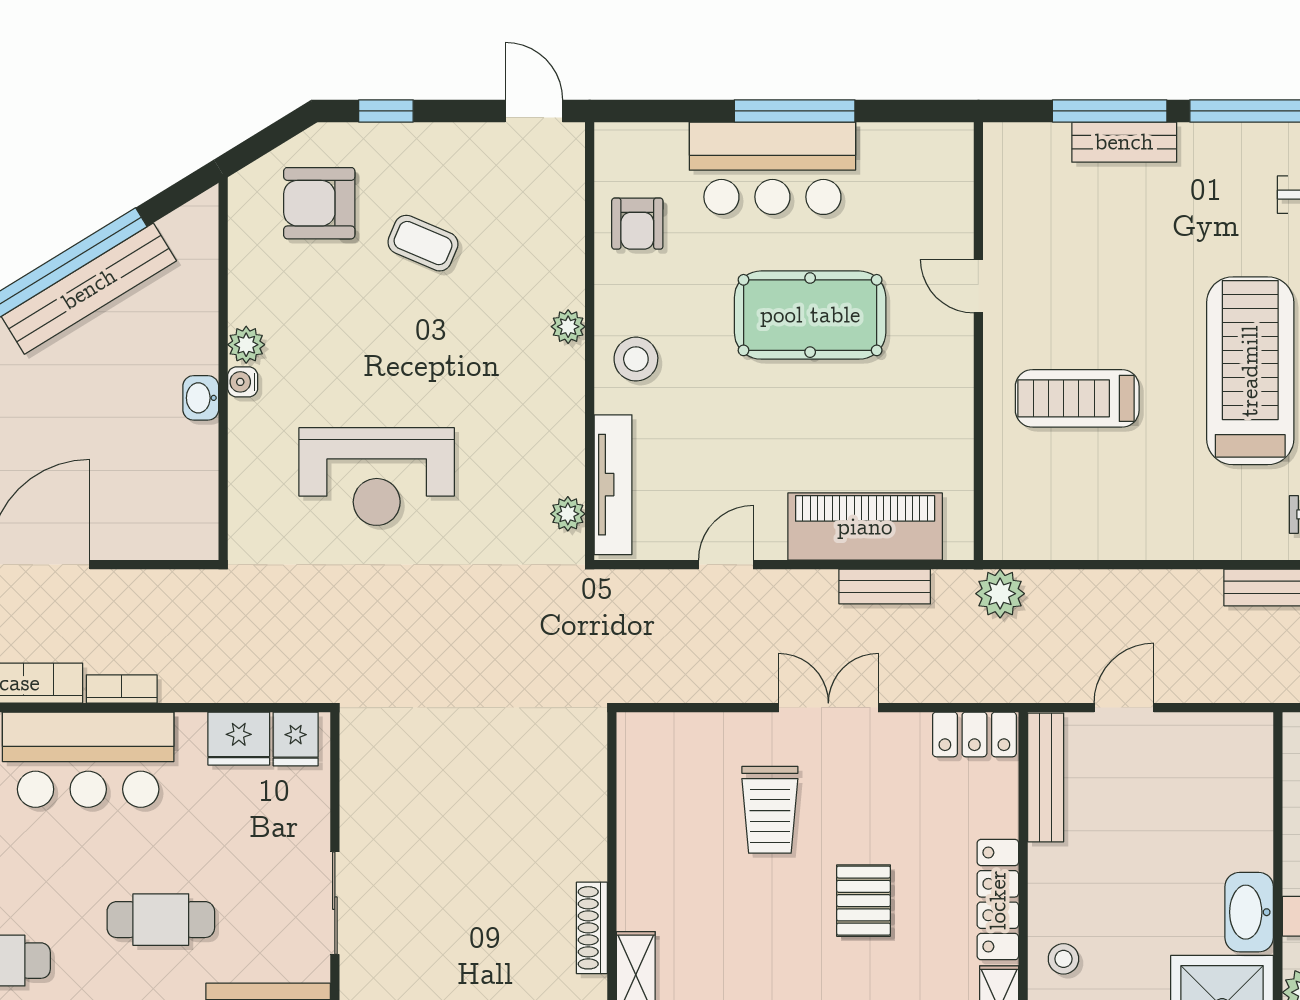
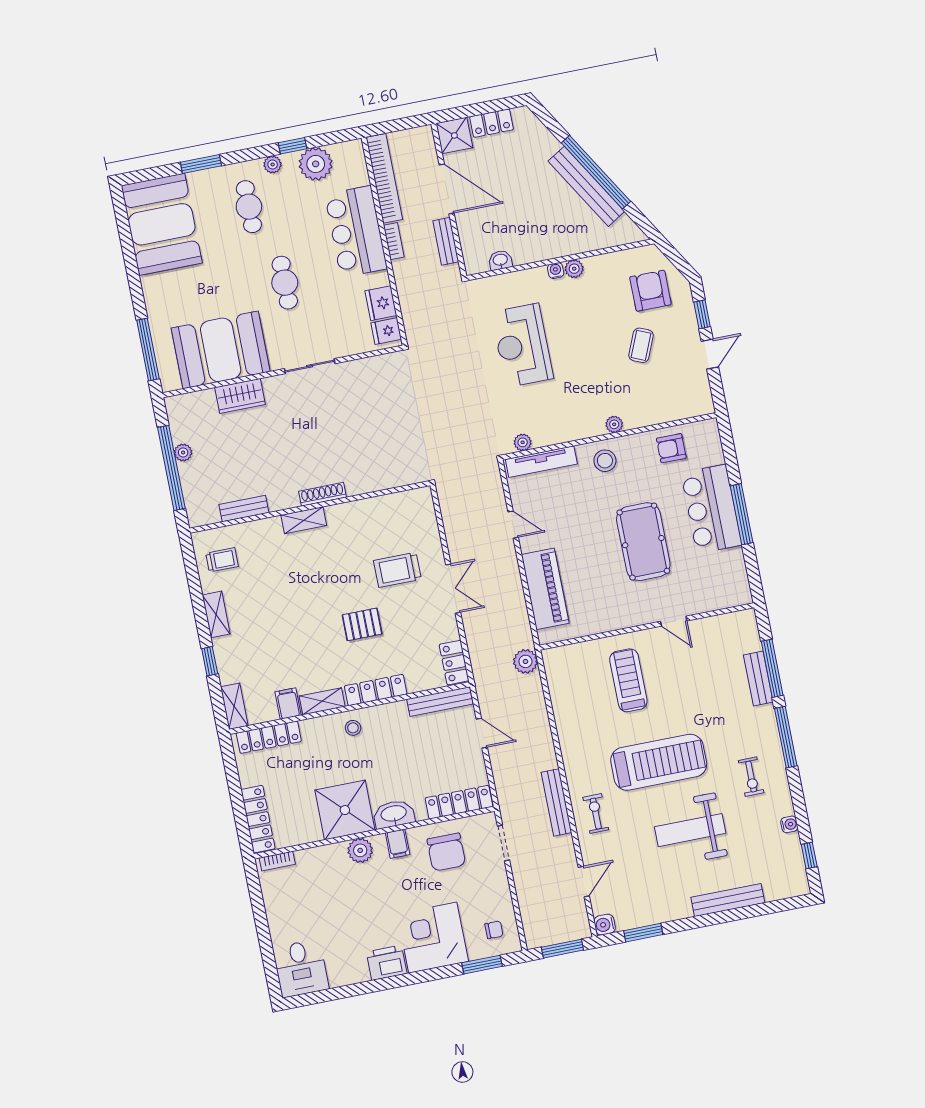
door: (534, 111) -> (710, 354), moved
door: (978, 286) -> (674, 621), swing flipped
washbasin: (201, 398) -> (500, 260), moved
bench: (885, 587) -> (446, 241), moved
locker: (1251, 779) -> (459, 802), added

